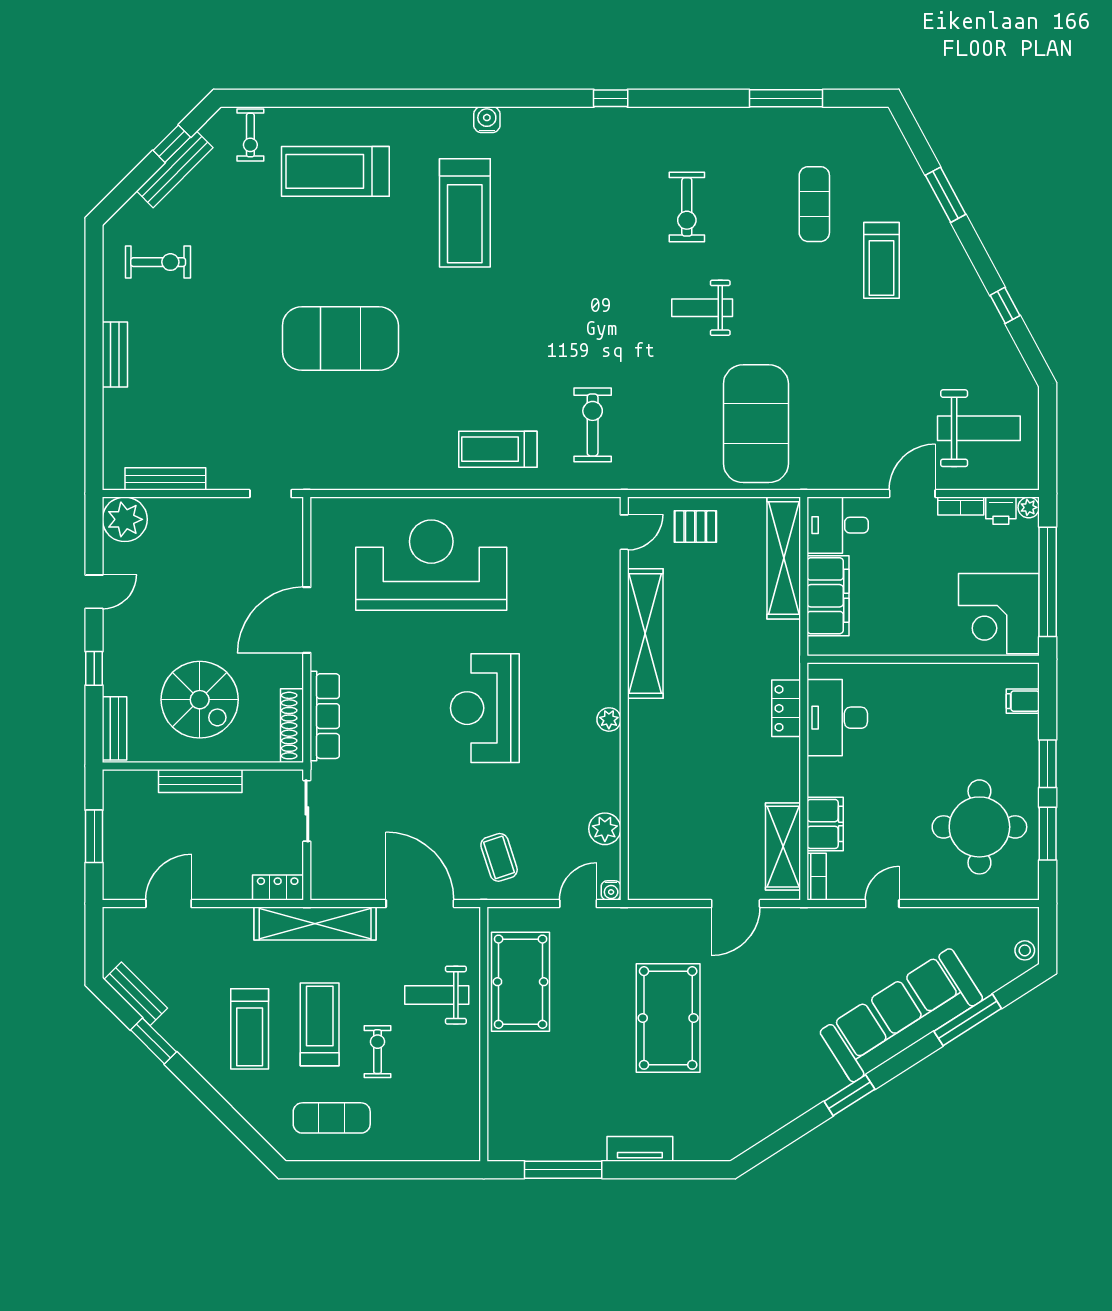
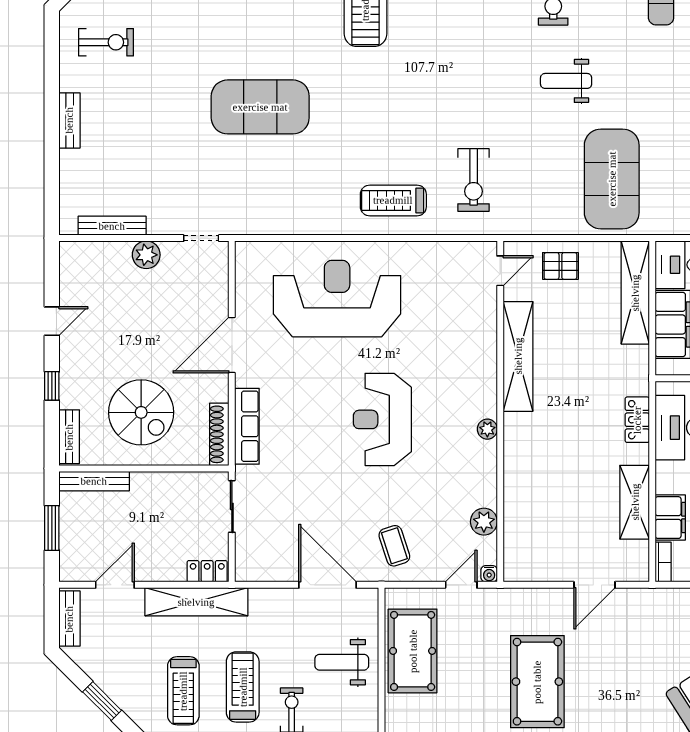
exercise bike: (593, 425) -> (474, 180), turned 180
plant: (125, 519) -> (146, 255), moved, width x0.73, depth x0.73
bench: (200, 781) -> (94, 481), moved
shelving: (783, 847) -> (635, 502), moved
shelving: (315, 923) -> (196, 602), moved
bench: (136, 994) -> (69, 619), moved, turned 45

